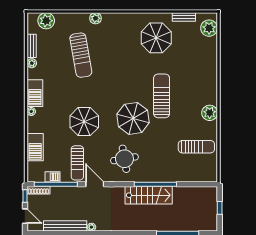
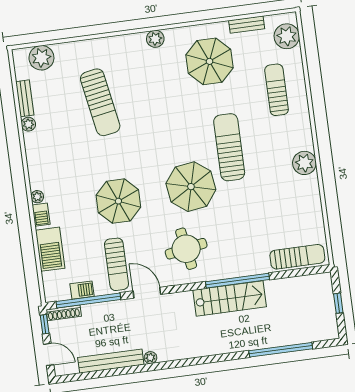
plant: (96, 18) -> (155, 39), moved
sun lounger: (198, 62) -> (277, 90), added
barbecue: (35, 93) -> (41, 215), moved, width x0.53, depth x0.65
sun lounger: (196, 147) -> (297, 257), moved

